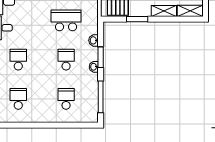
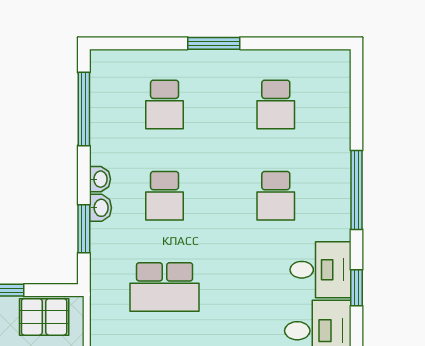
washbasin: (94, 40) -> (100, 208), moved
window: (101, 57) -> (84, 229), moved
window: (45, 125) -> (214, 43), added

